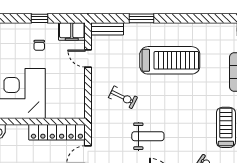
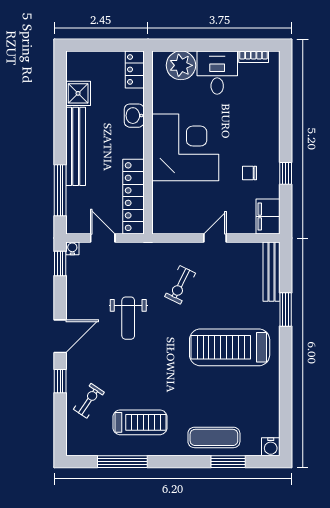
bench: (107, 29) -> (271, 272), width x1.36
door: (88, 59) -> (215, 238), moved
treadmill: (170, 60) -> (230, 347), turned 90

